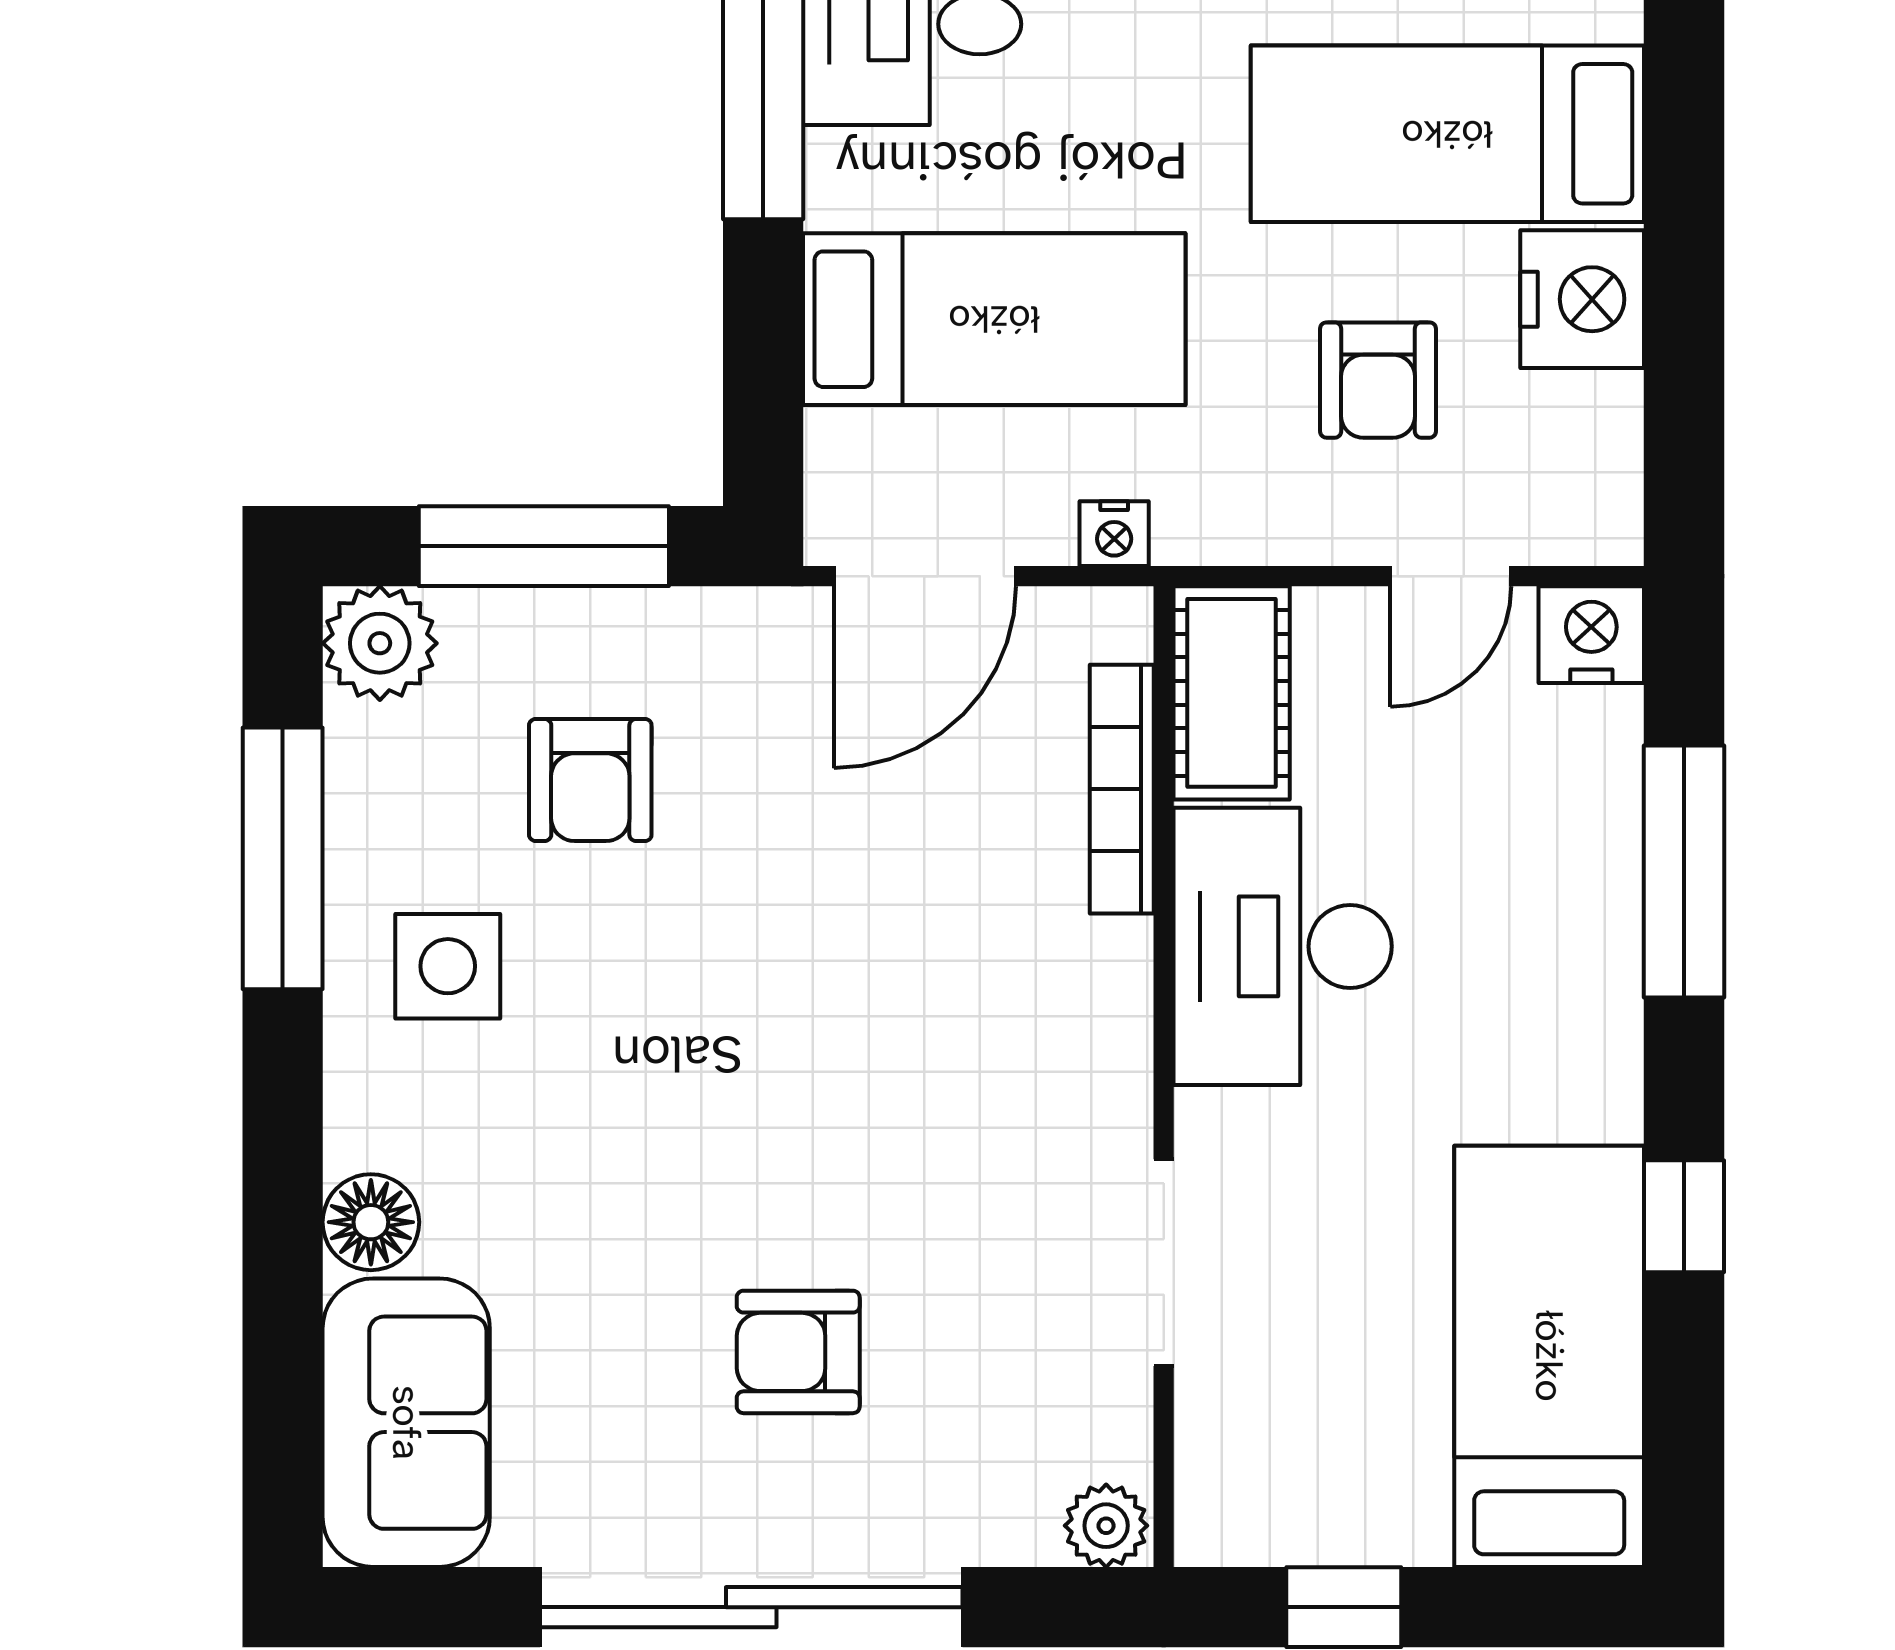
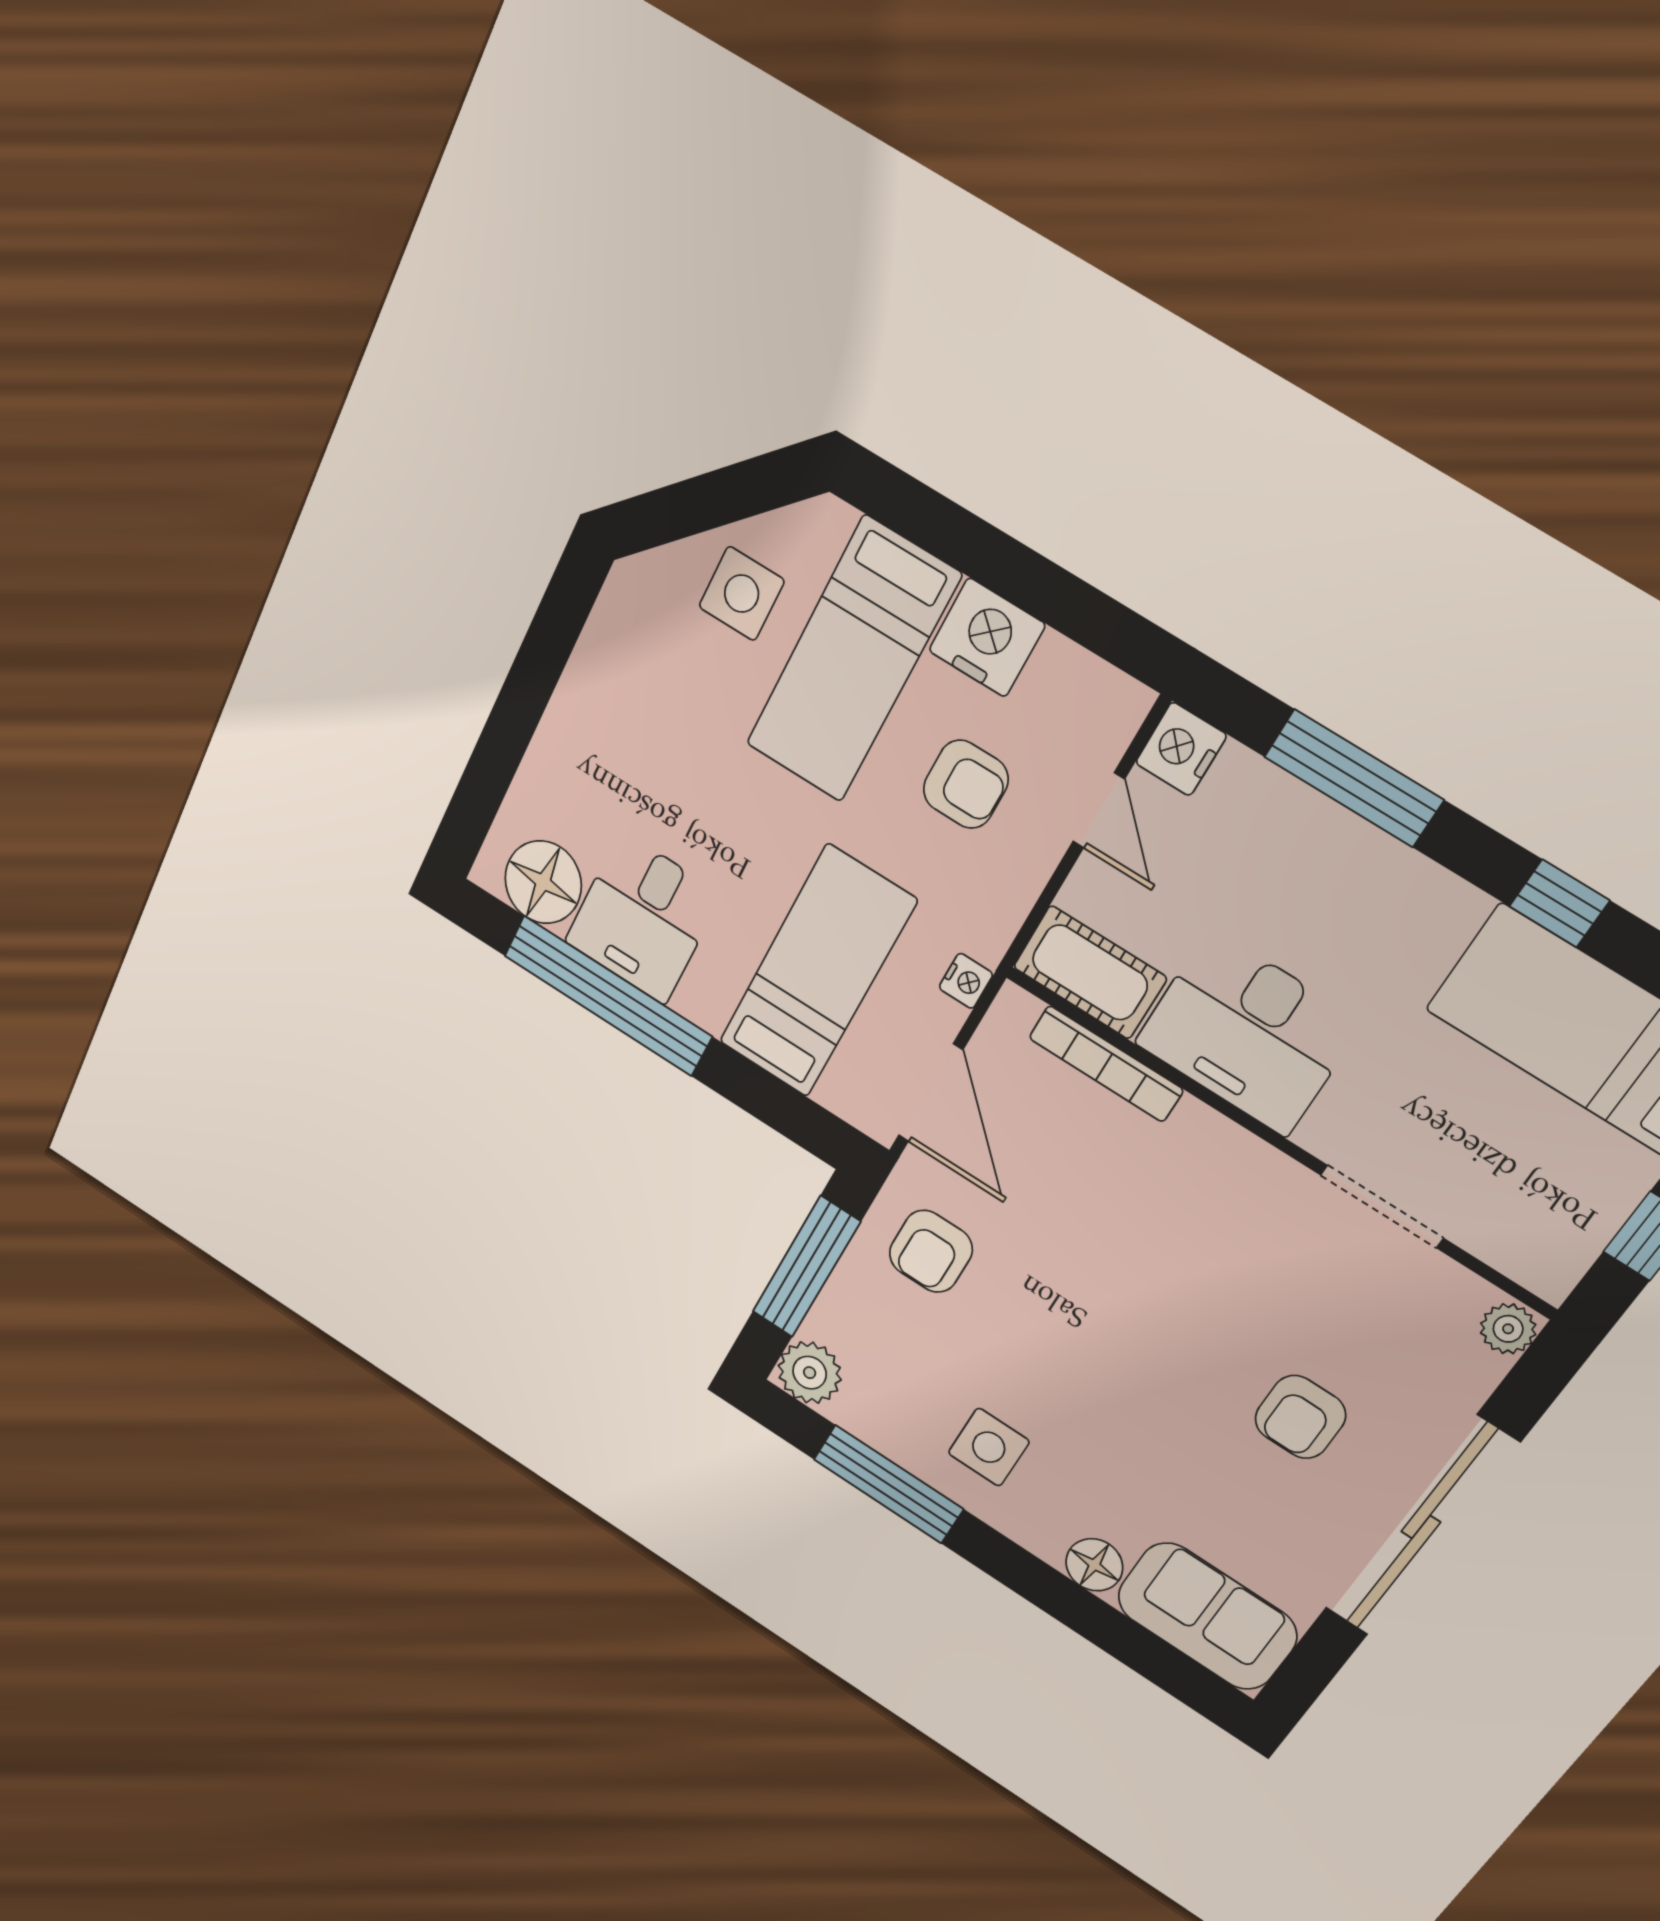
armchair: (590, 780) -> (931, 1251), moved, turned 90

